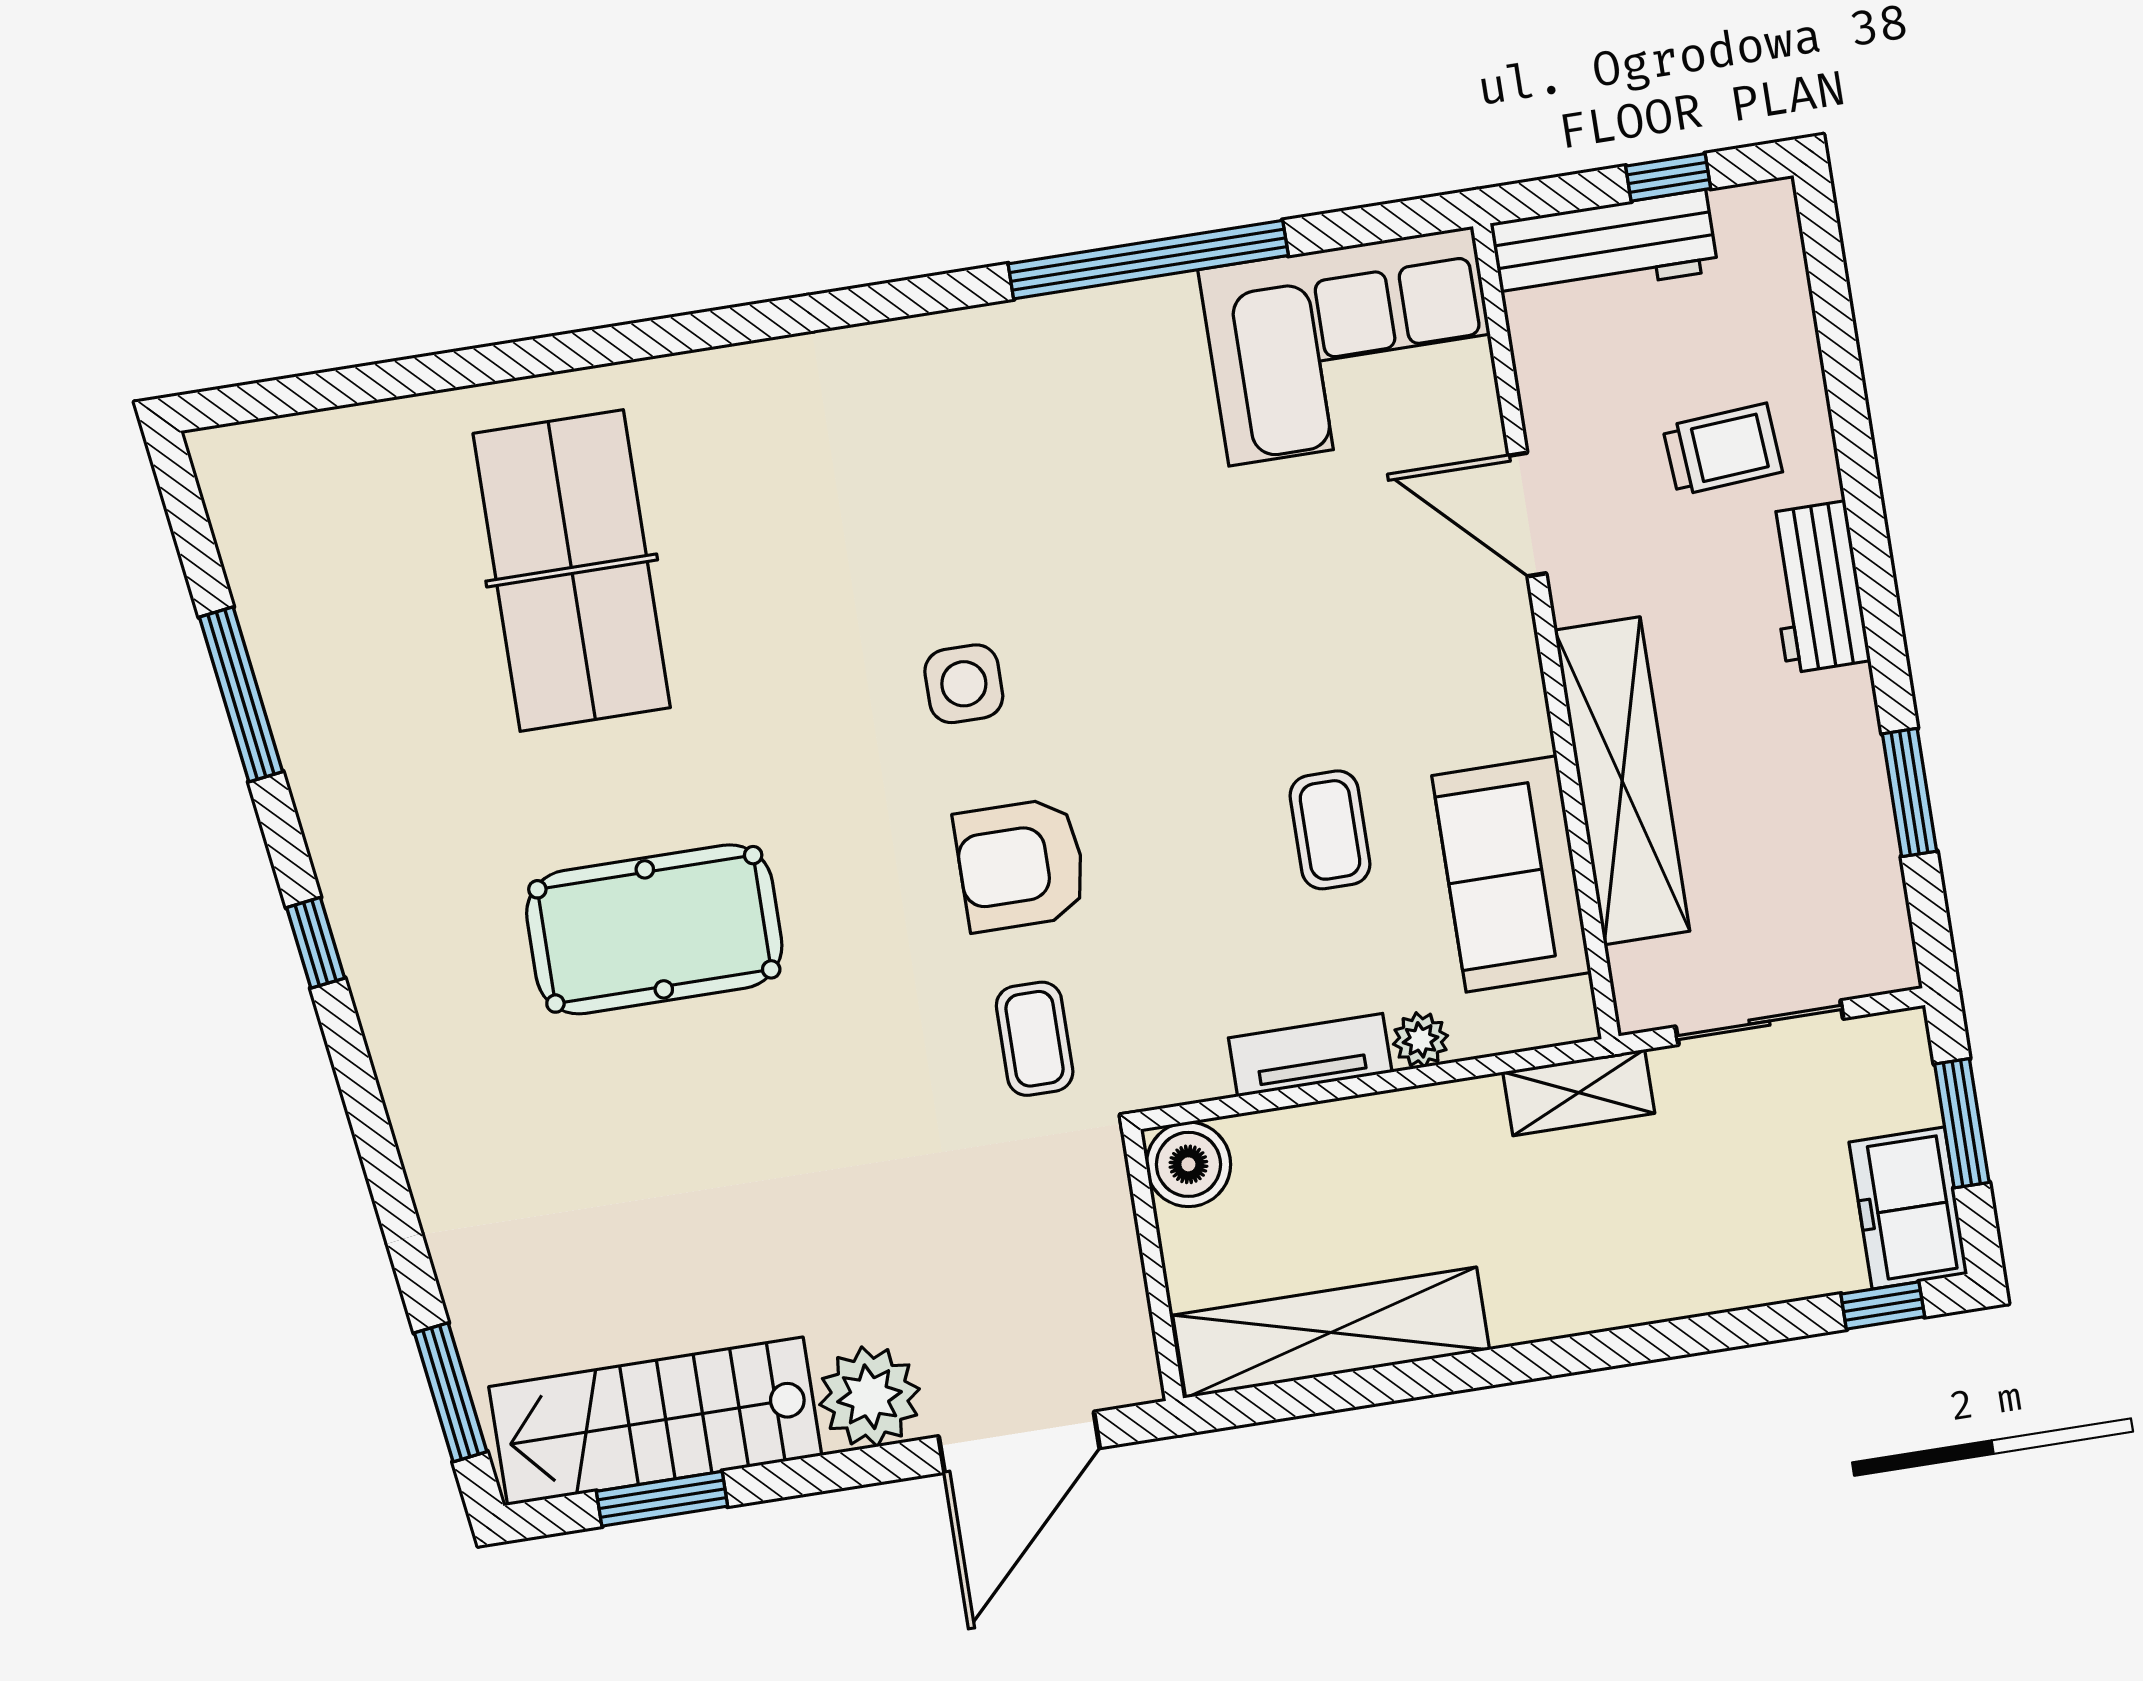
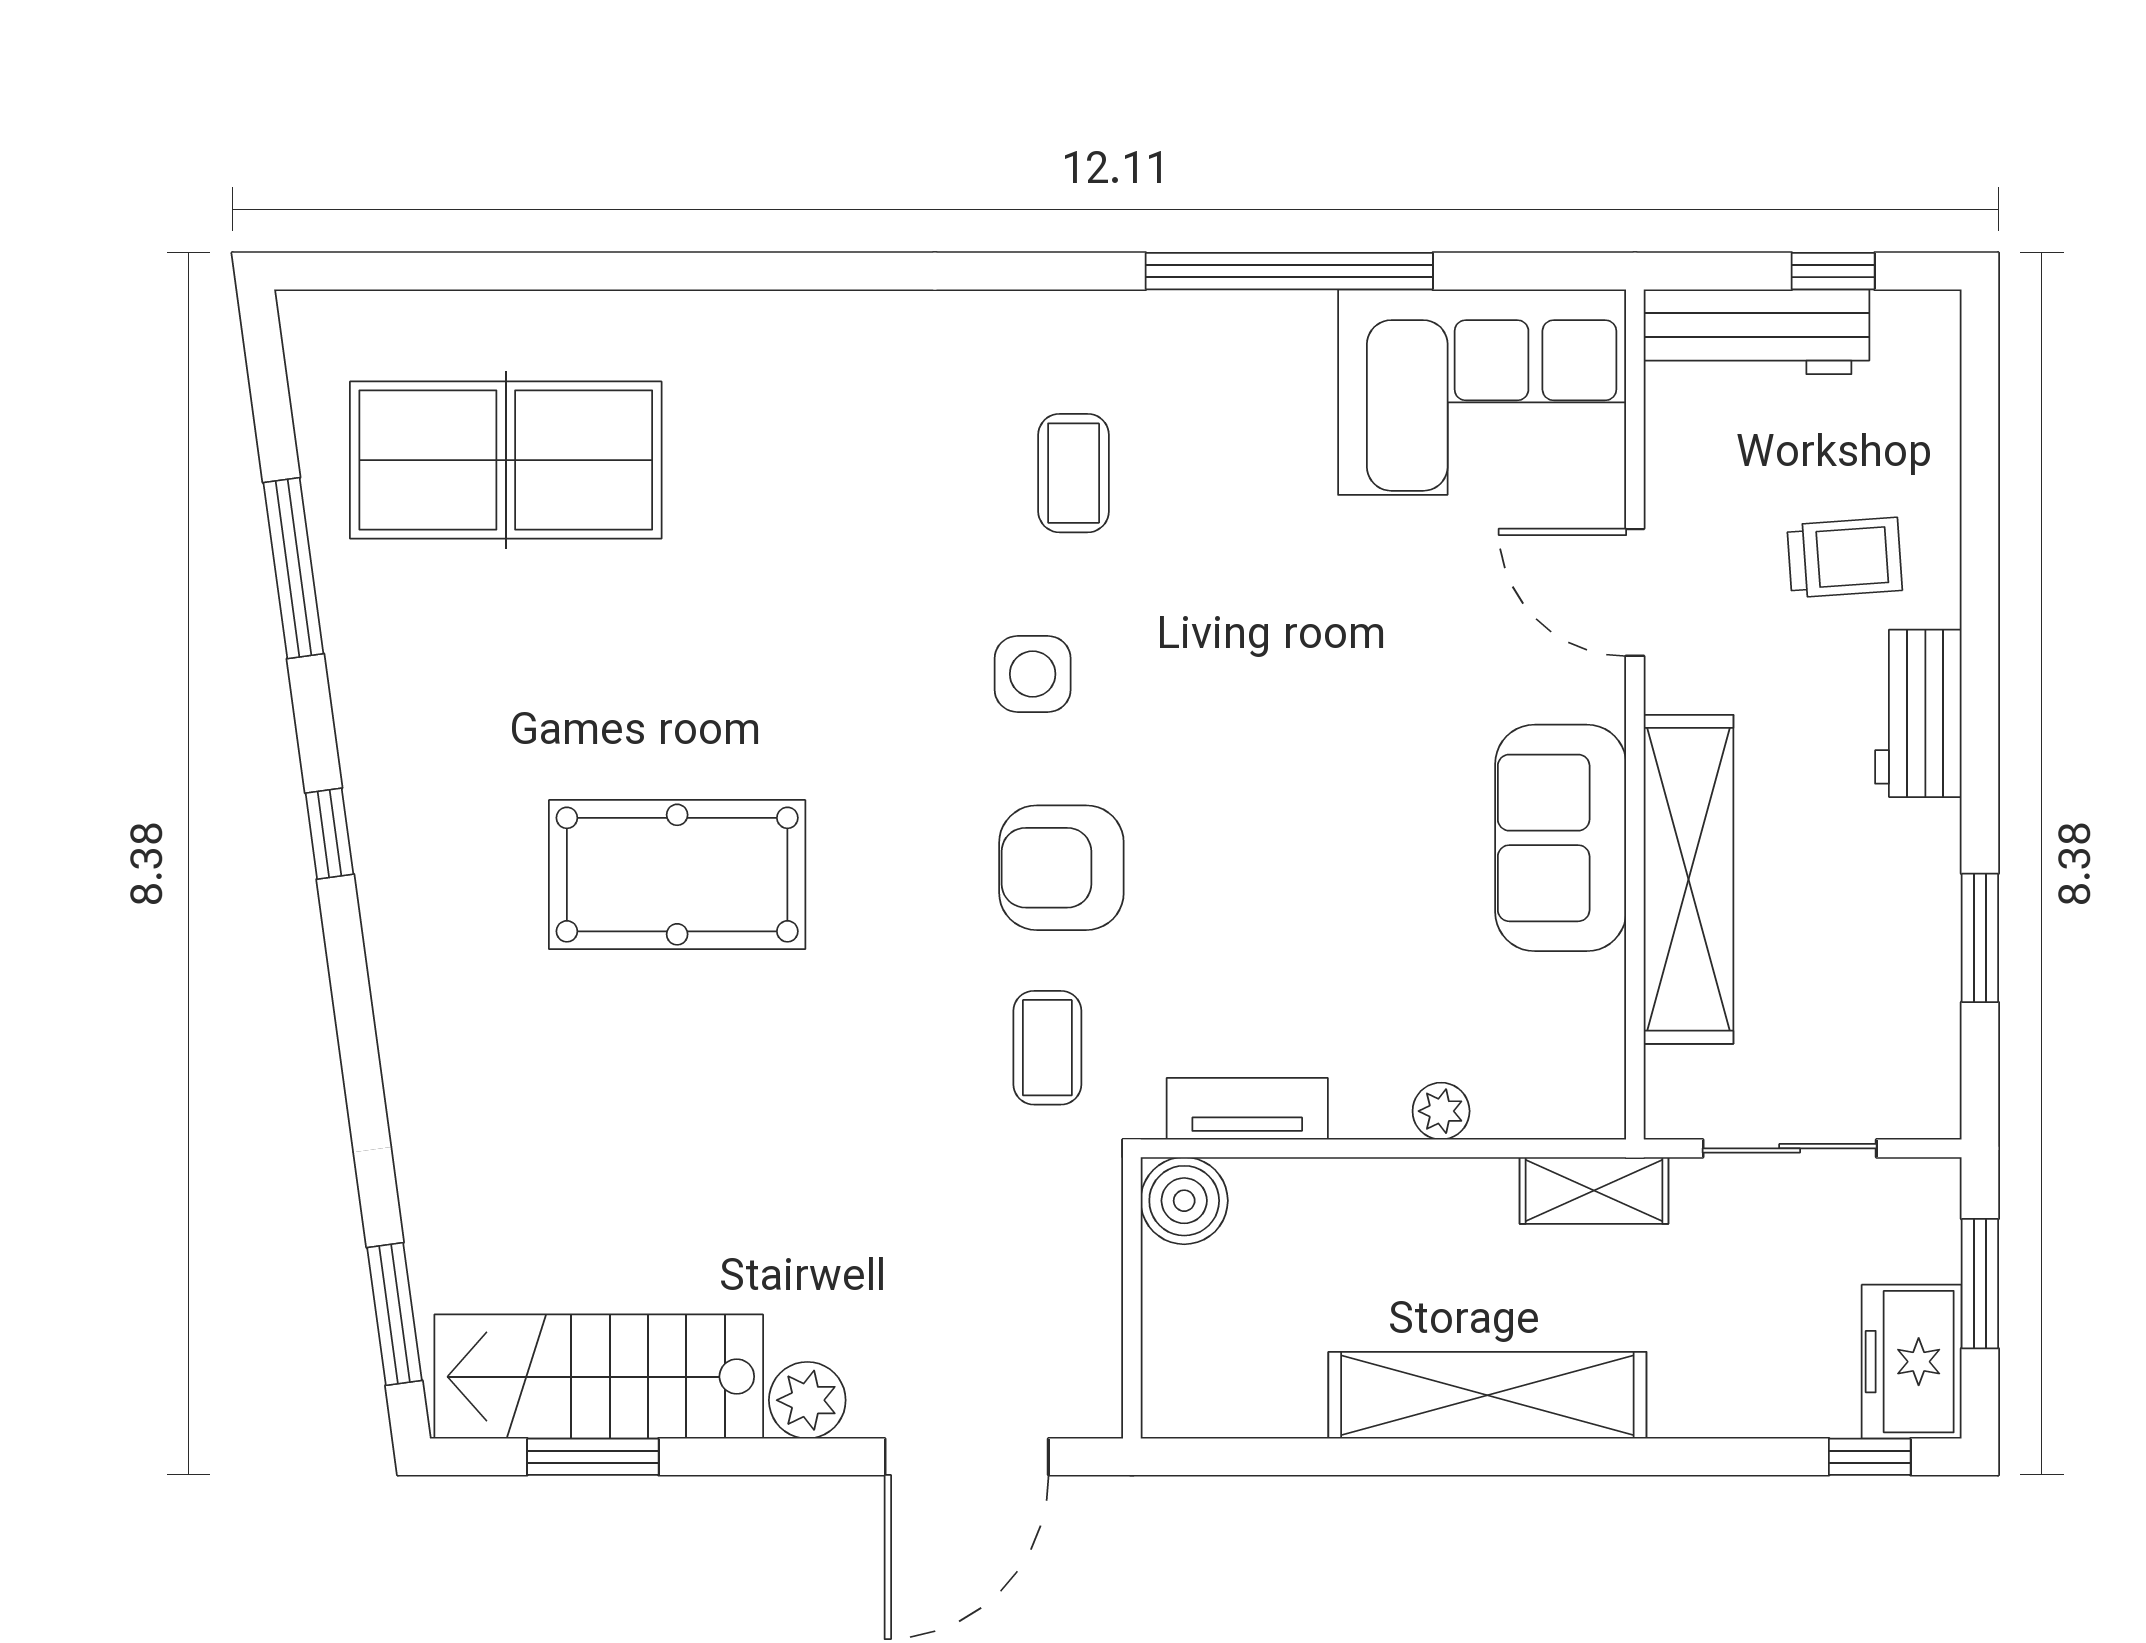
table tennis table: (572, 571) -> (506, 460), moved, turned 90
coffee table: (1330, 830) -> (1074, 473), moved
sofa: (1512, 874) -> (1561, 838), moved
tv unit: (1310, 1055) -> (1247, 1109), moved
shelving: (1331, 1332) -> (1487, 1395), moved
plant: (870, 1397) -> (807, 1400), width x0.73, depth x0.73

